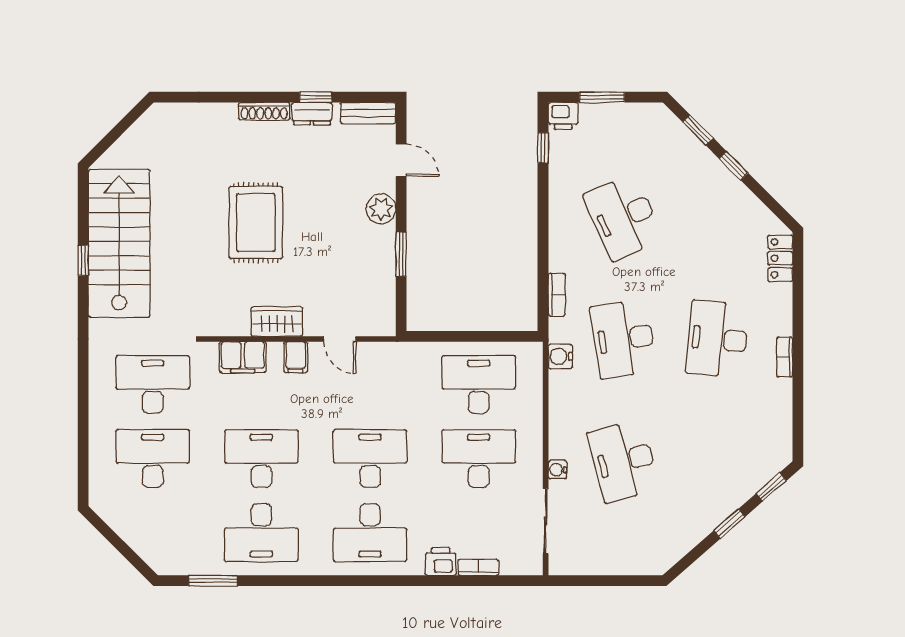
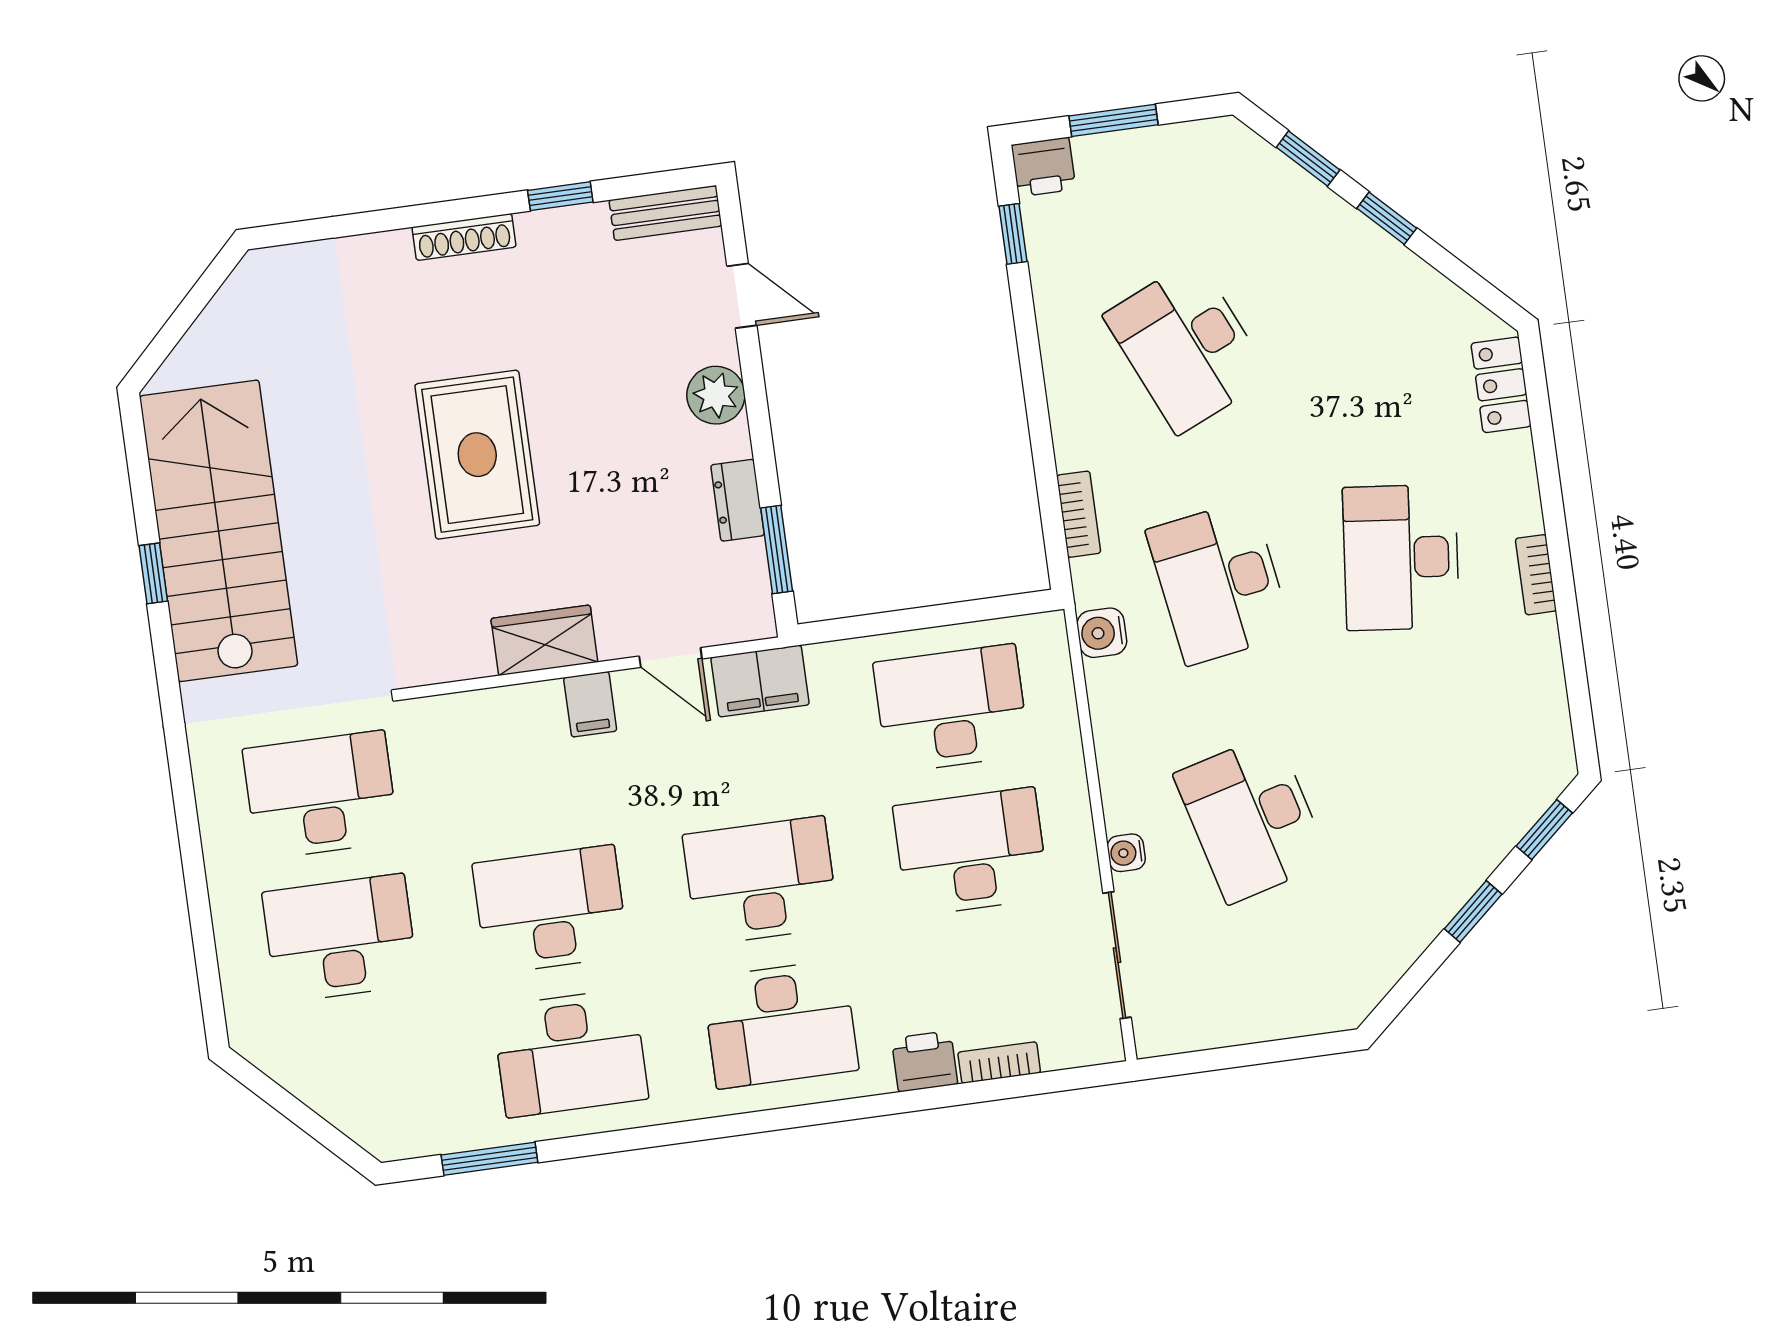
dresser: (312, 114) -> (737, 500), moved, turned 90
window: (401, 254) -> (777, 549), moved
filing cabinet: (243, 357) -> (760, 681), moved

